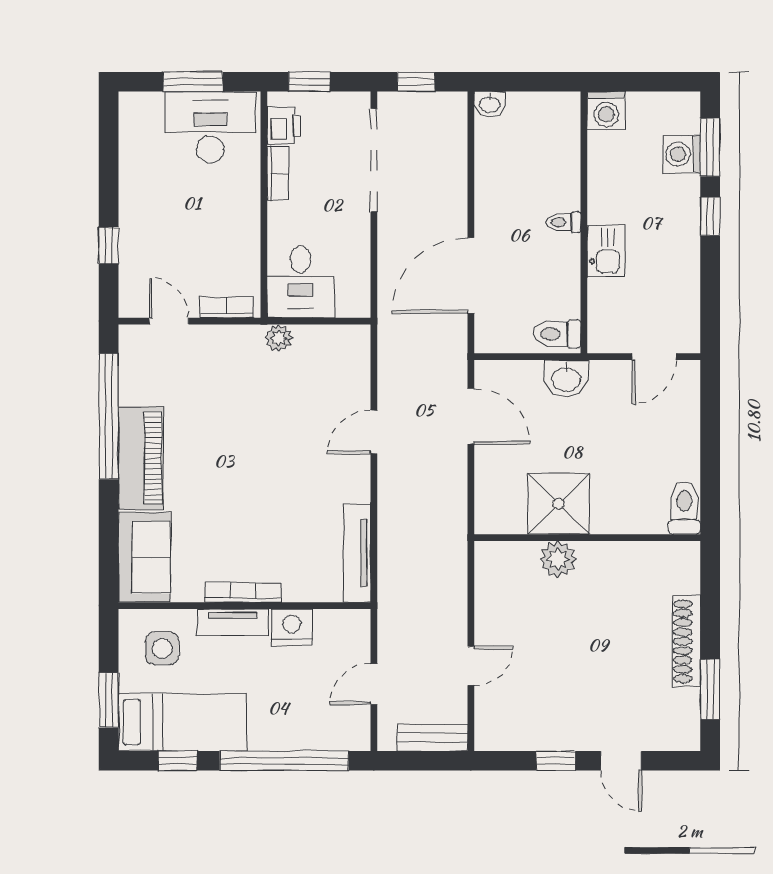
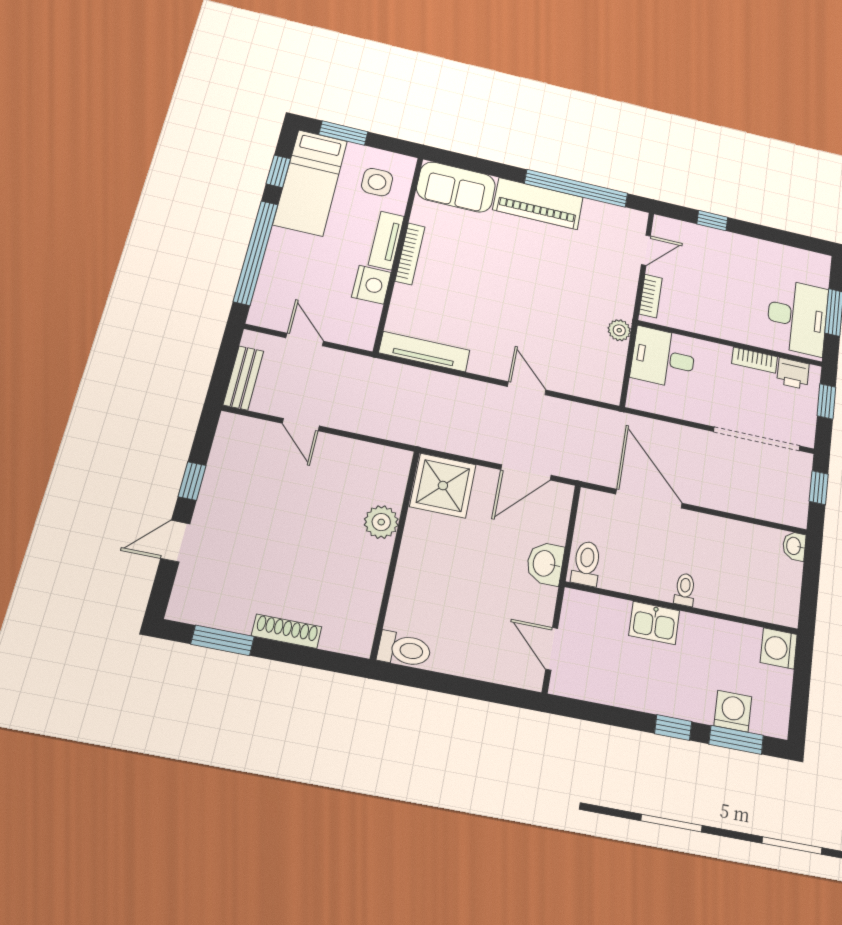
shower: (559, 504) -> (443, 486), moved
shoe rack: (686, 641) -> (287, 631), width x0.74, depth x0.81

